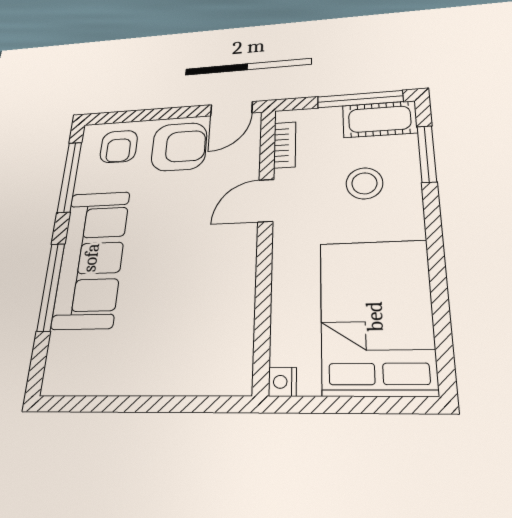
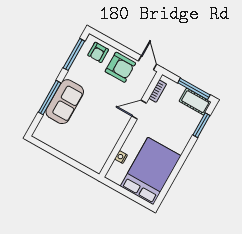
door: (231, 109) -> (147, 63), swing flipped
stool: (364, 183) -> (175, 124), removed
sofa: (92, 258) -> (65, 102), width x0.73
nightstand: (282, 382) -> (121, 157), moved

